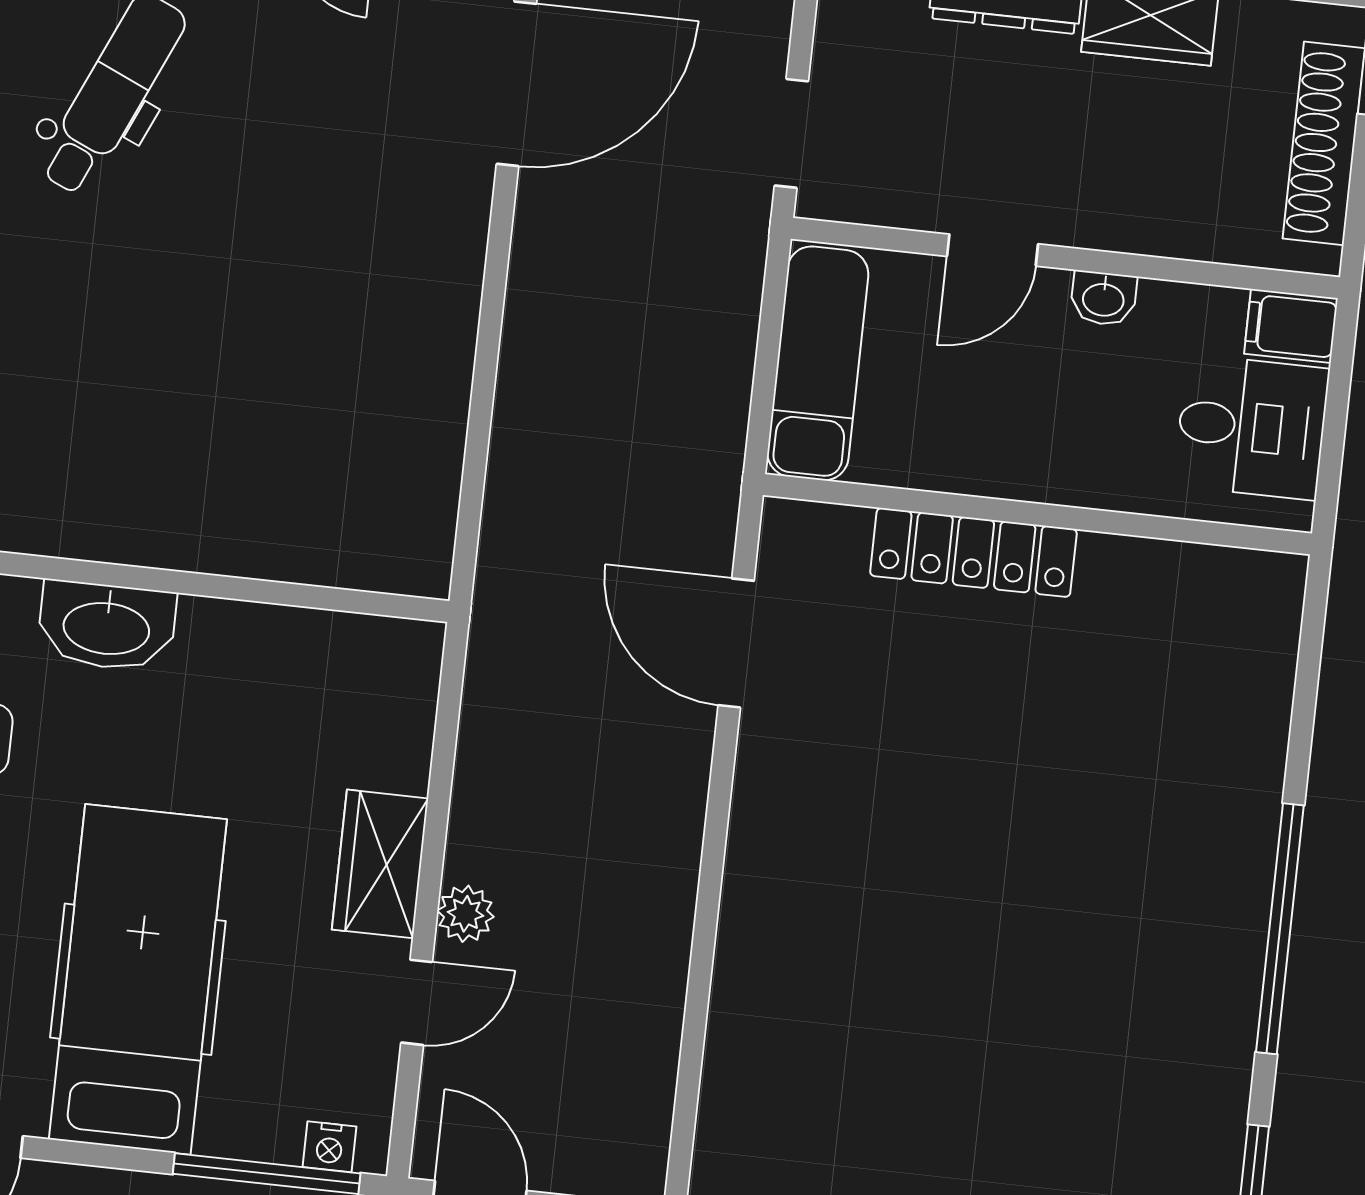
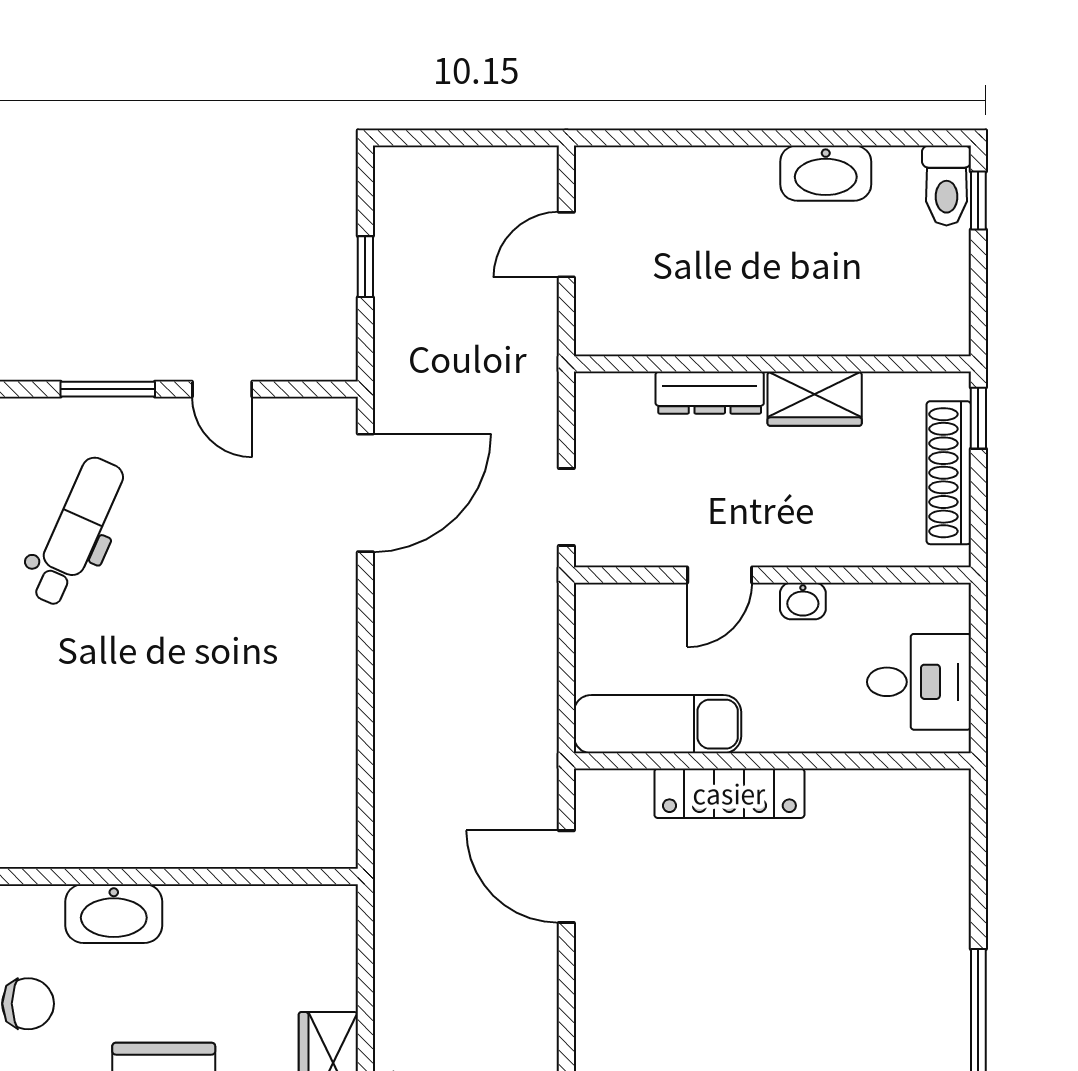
filing cabinet: (1291, 326) -> (939, 606), removed
exam couch: (818, 363) -> (657, 724), moved, turned -90

